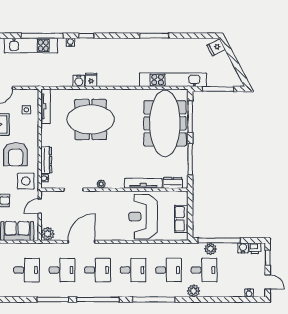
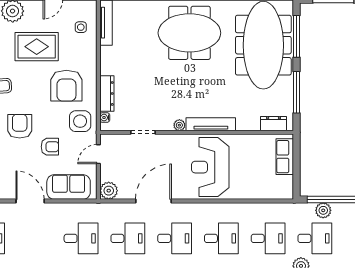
meeting table: (91, 119) -> (189, 33), moved
tv unit: (143, 183) -> (211, 124), moved
reception desk: (143, 217) -> (210, 167), moved
row of seats: (181, 219) -> (285, 157), moved

